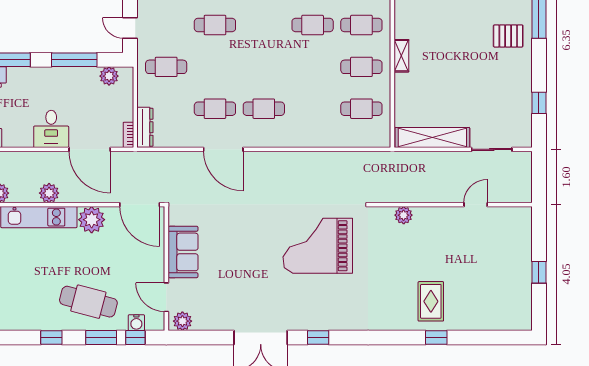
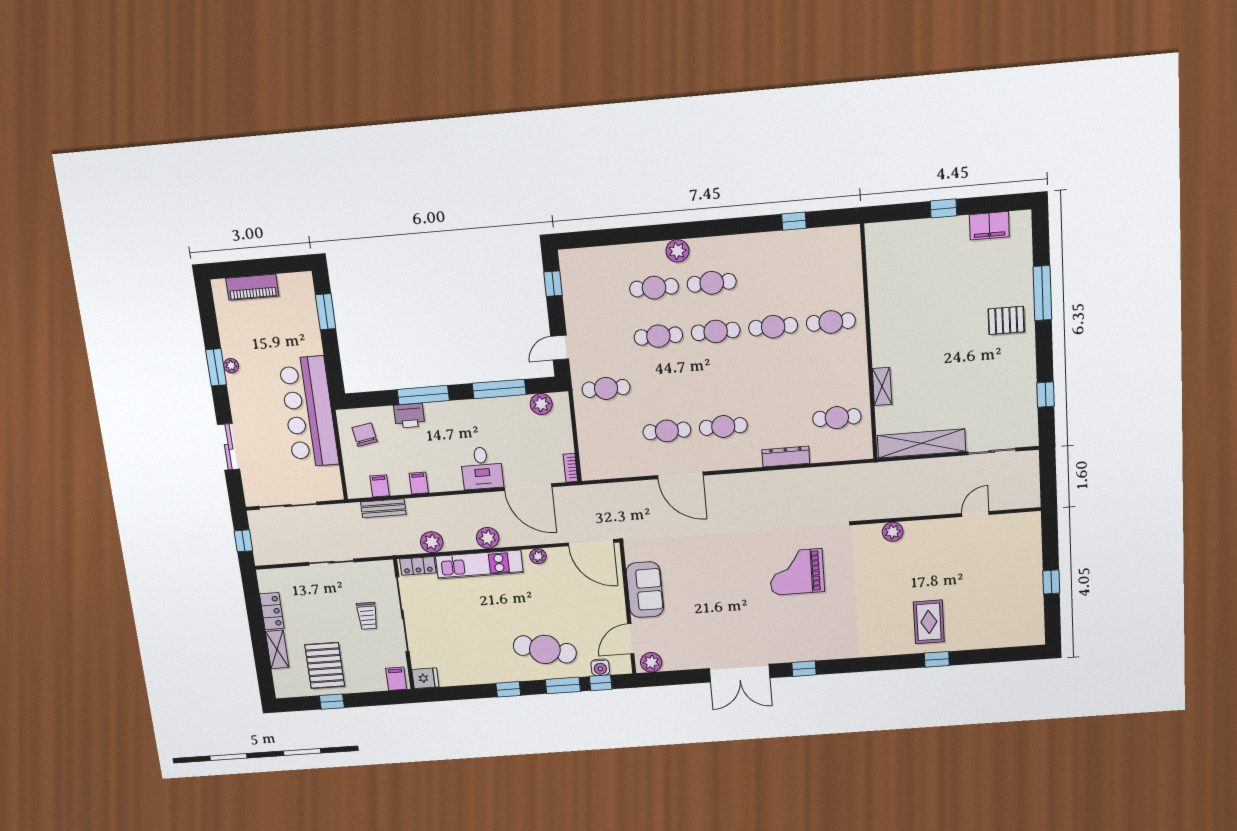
door: (130, 28) -> (560, 348), hinge flipped
shelving: (401, 56) -> (882, 386), moved
cafe table: (361, 67) -> (716, 331), moved
dresser: (145, 127) -> (786, 457), moved, turned -90
plant: (92, 220) -> (538, 556), width x0.53, depth x0.53
grand piano: (318, 246) -> (797, 572), width x0.73, depth x0.68
door: (166, 297) -> (631, 639), hinge flipped

